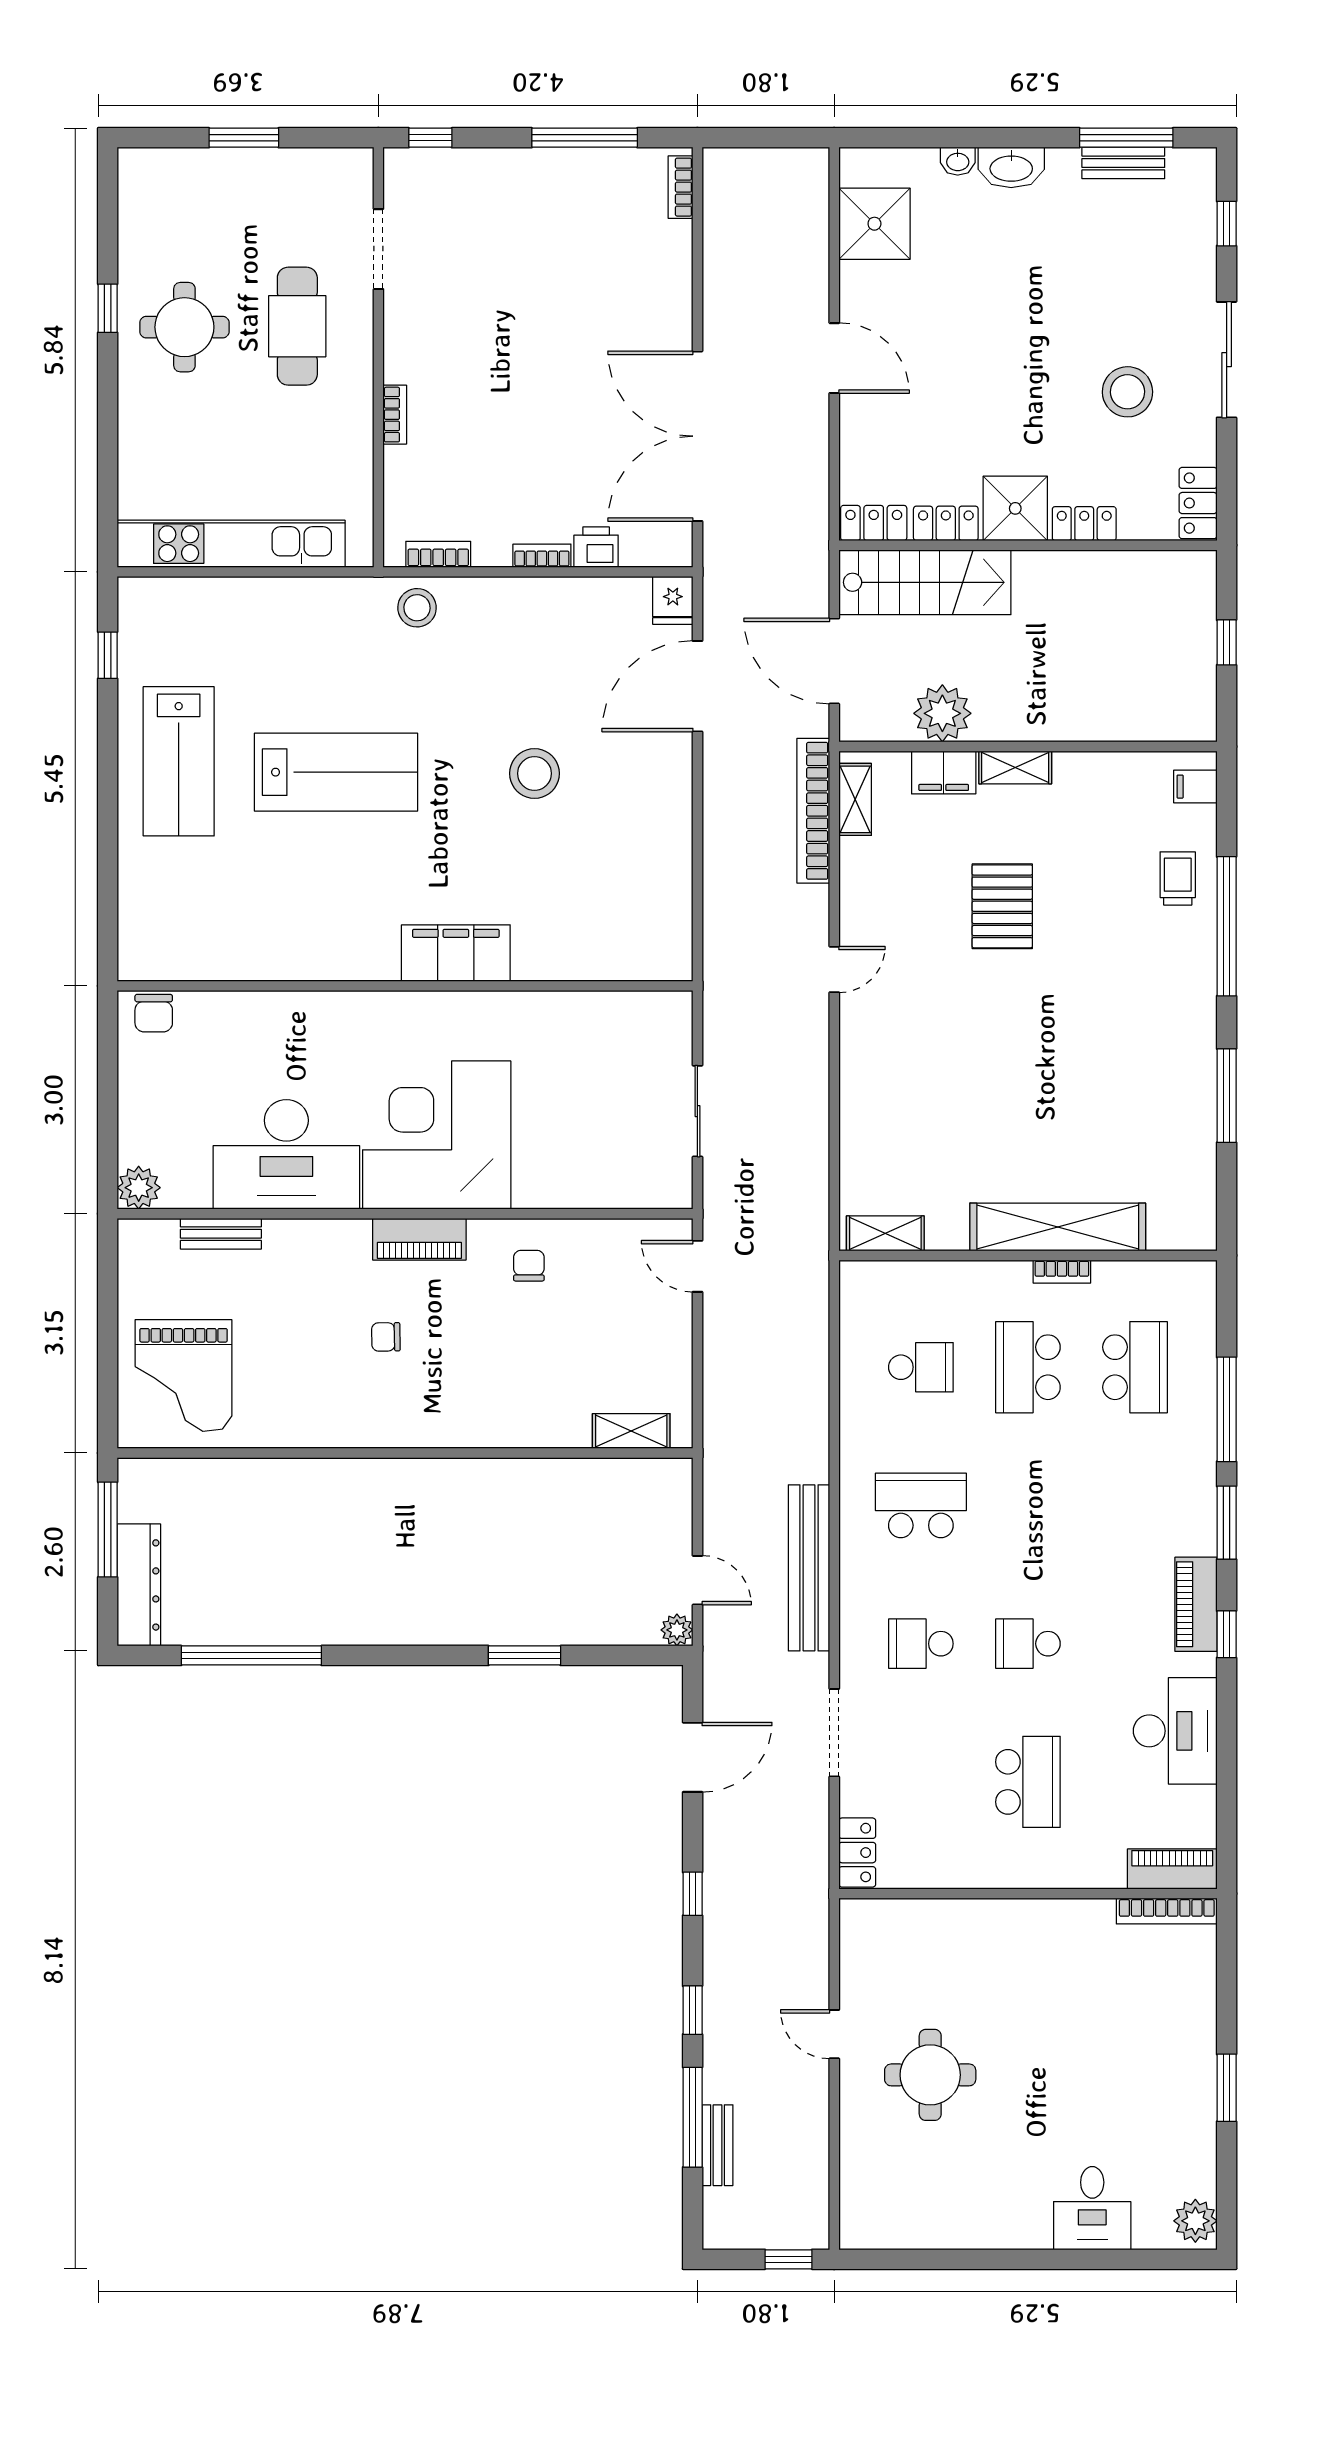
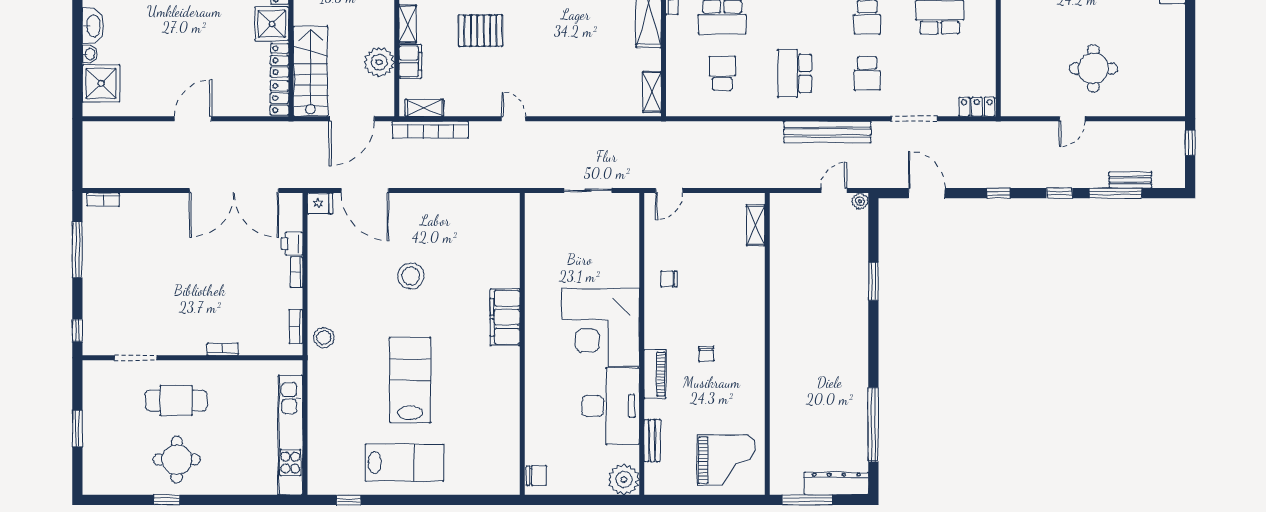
shower: (874, 224) -> (101, 83), moved
plant: (139, 1188) -> (624, 479), width x1.36, depth x1.36
piano: (419, 1239) -> (655, 374), moved

